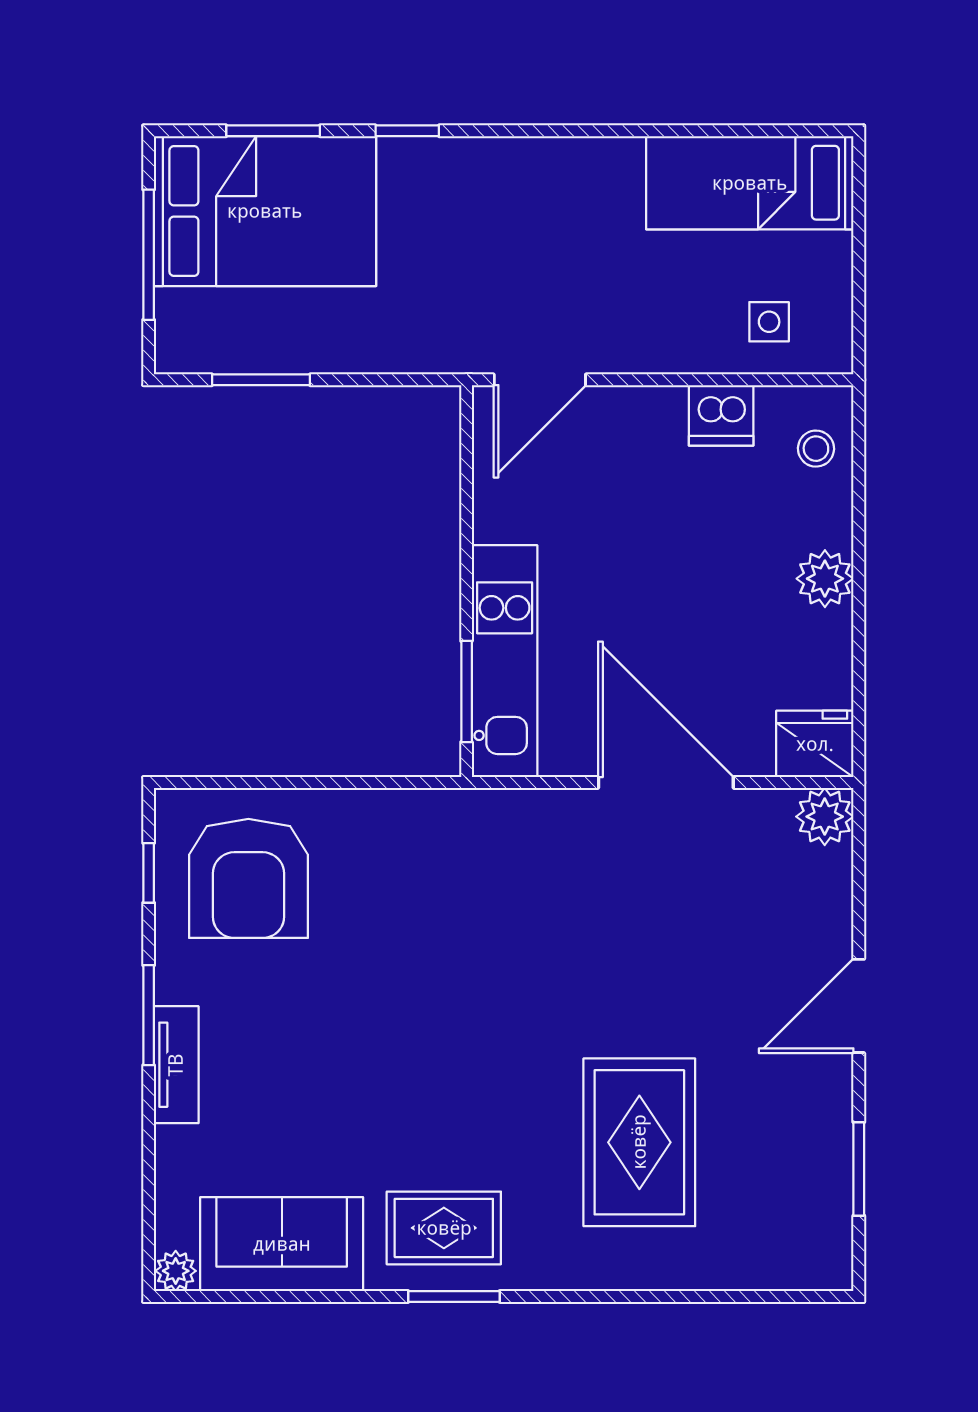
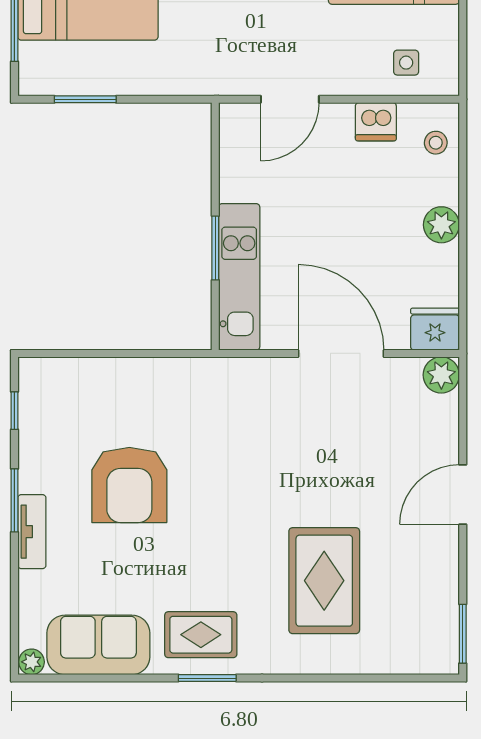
door: (540, 380) -> (290, 99), moved
window: (467, 692) -> (215, 248), moved
armchair: (248, 878) -> (129, 485), moved
window: (859, 1169) -> (463, 634), moved

